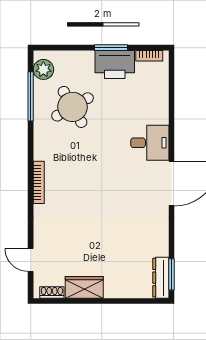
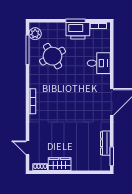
desk: (150, 143) -> (99, 63), moved
dresser: (161, 278) -> (105, 143), moved

